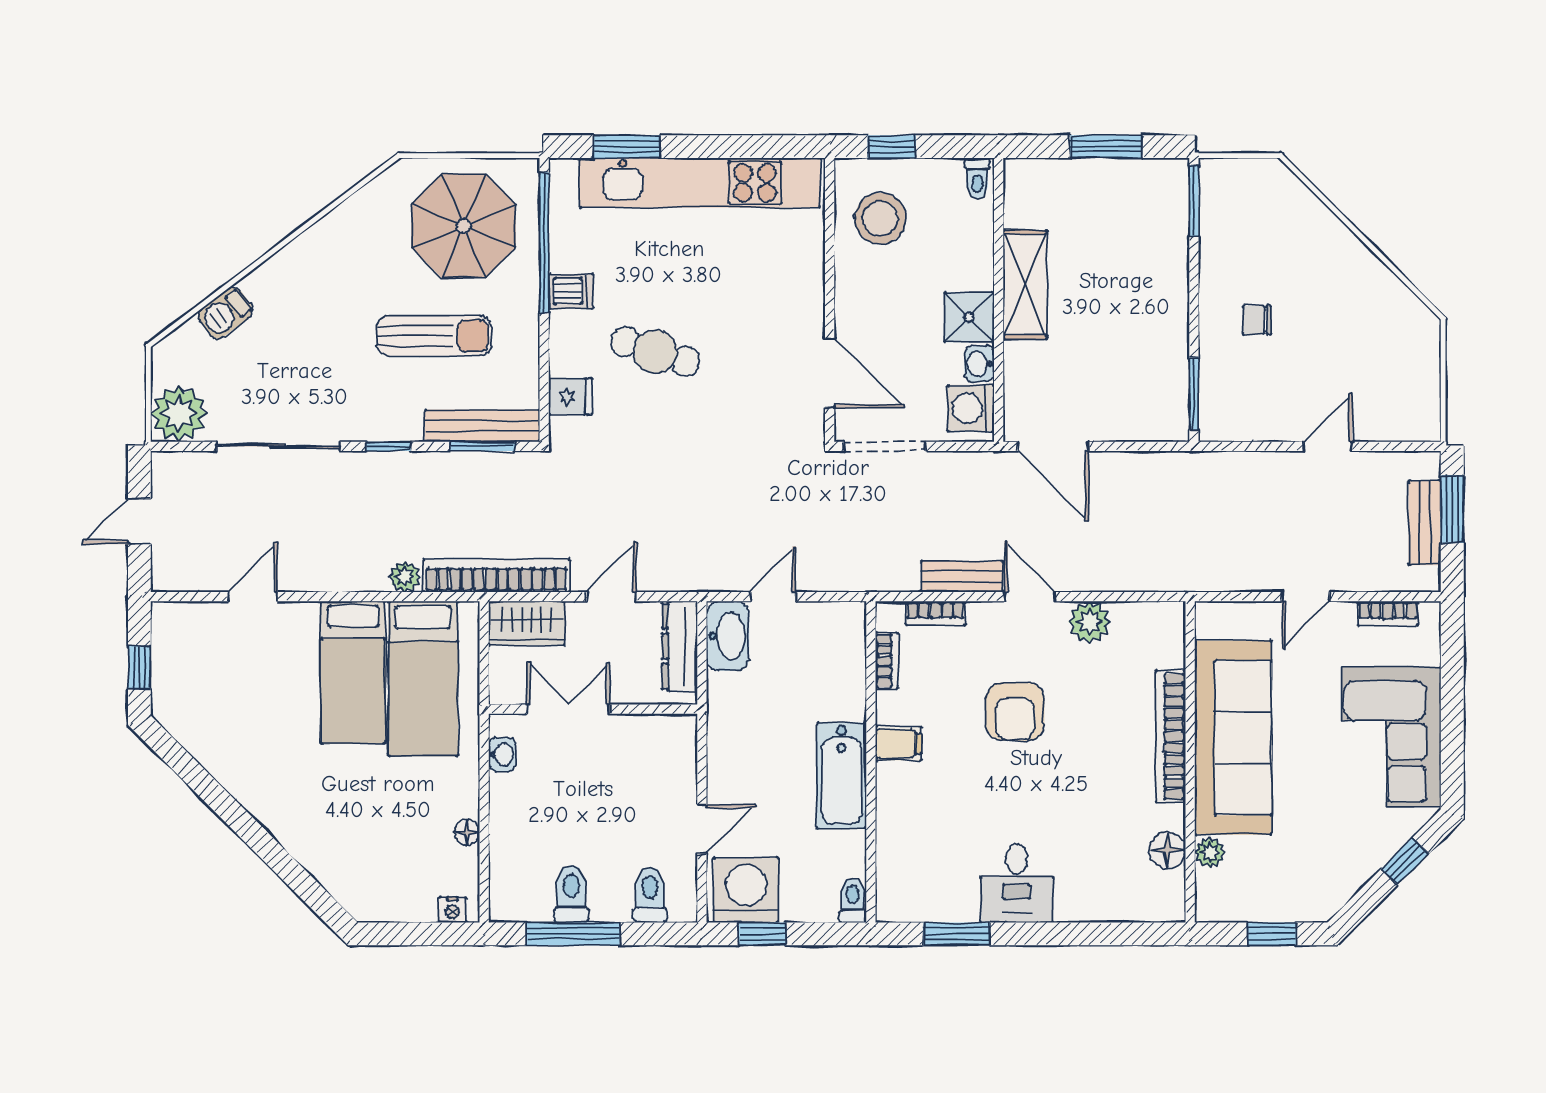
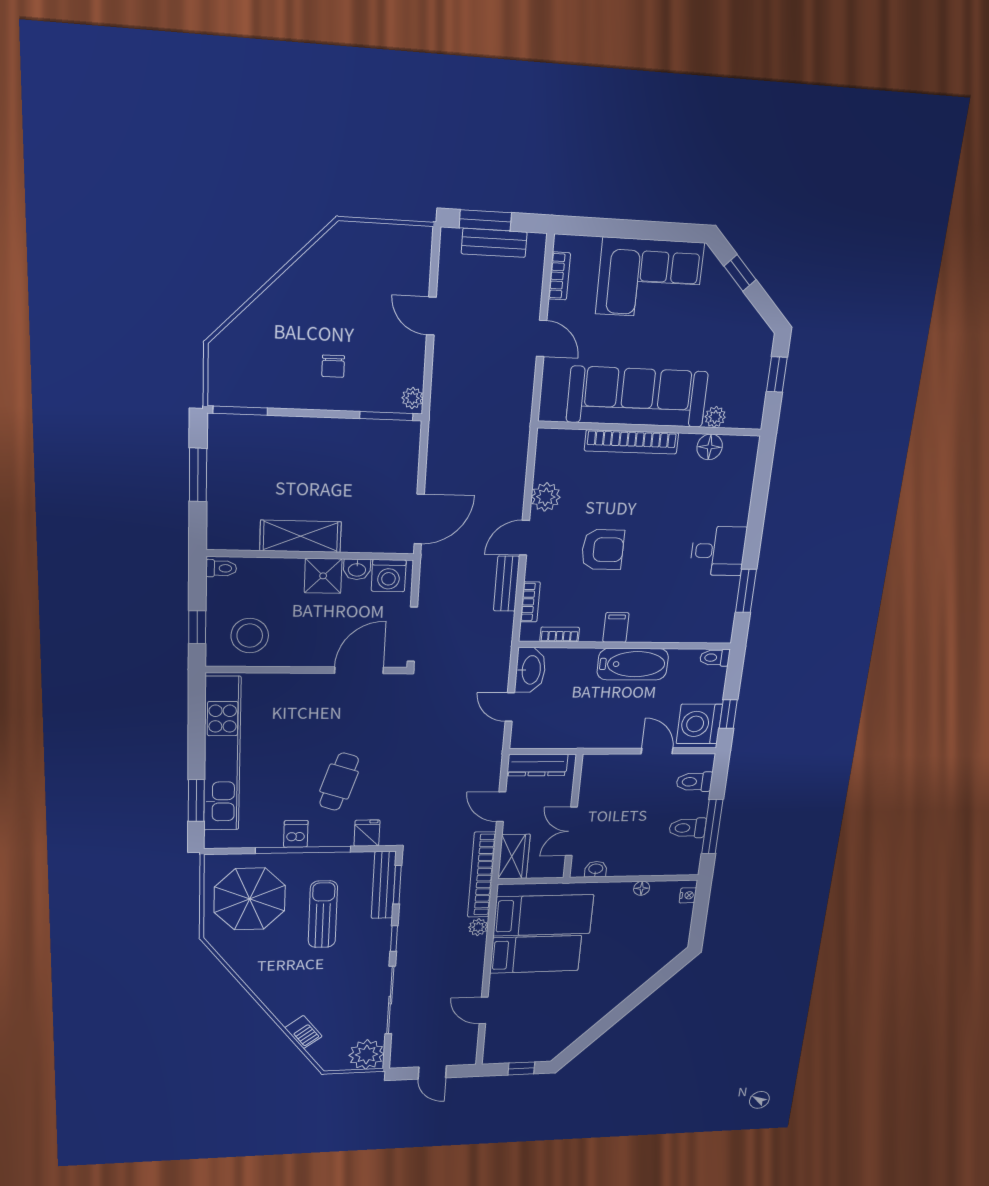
window: (544, 243) -> (303, 850), moved
plant: (1219, 427) -> (412, 398), added
washbasin: (728, 636) -> (530, 670), moved, turned 90

